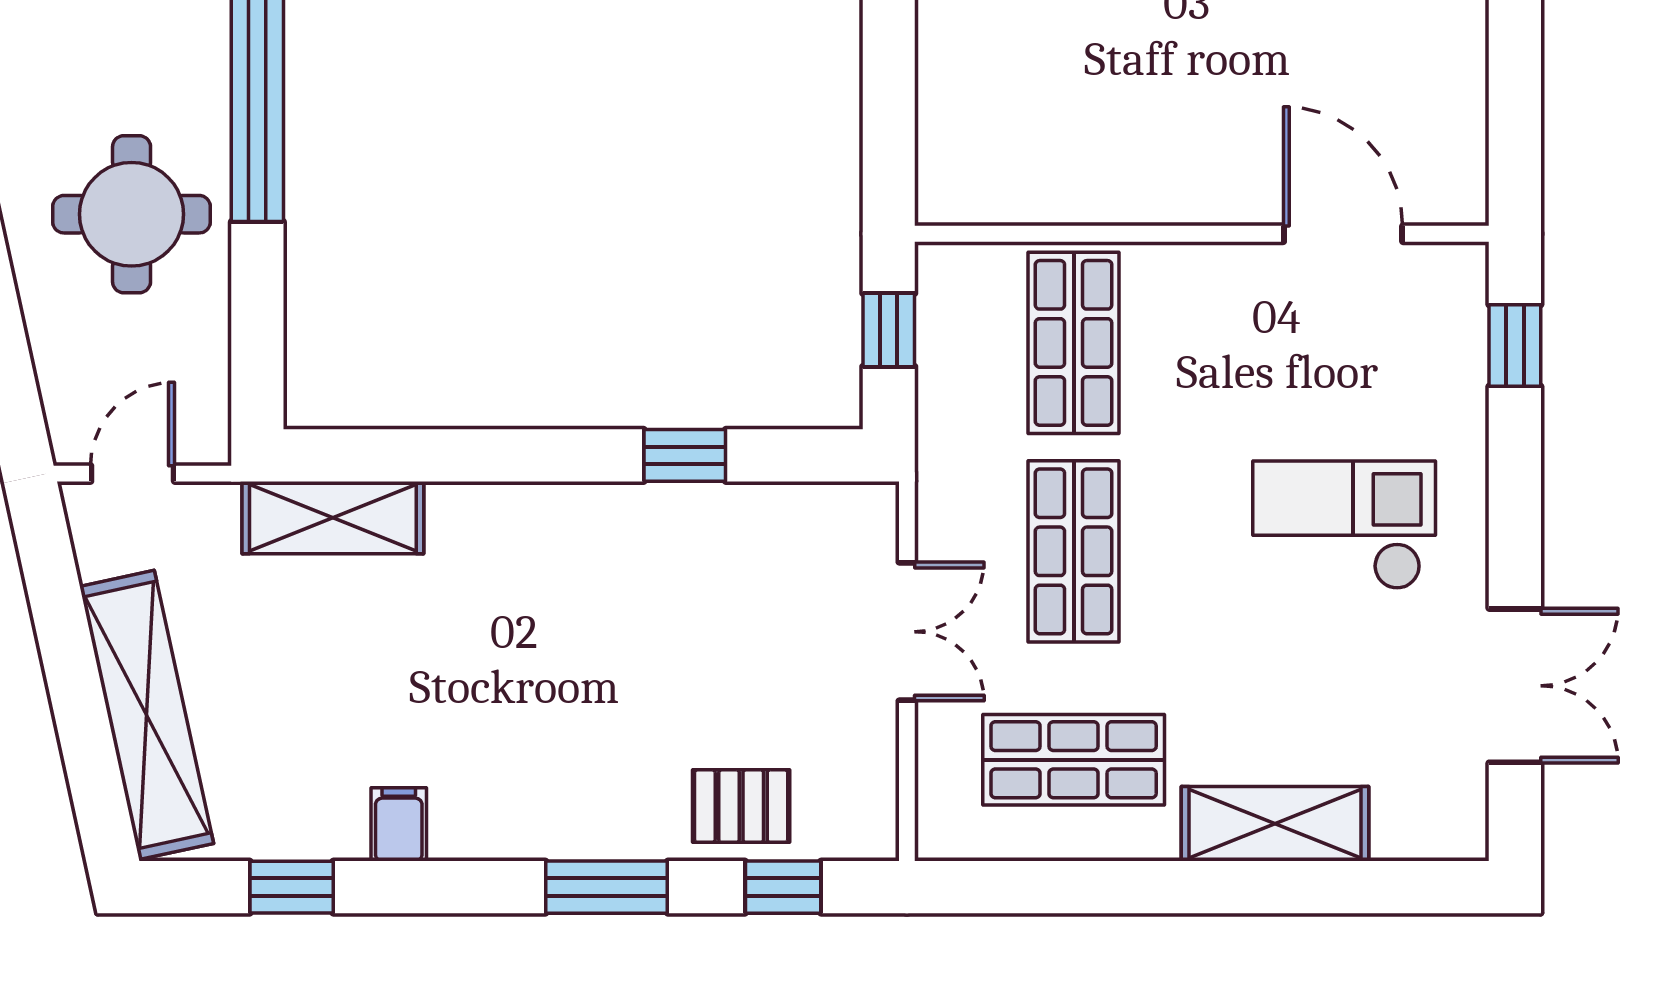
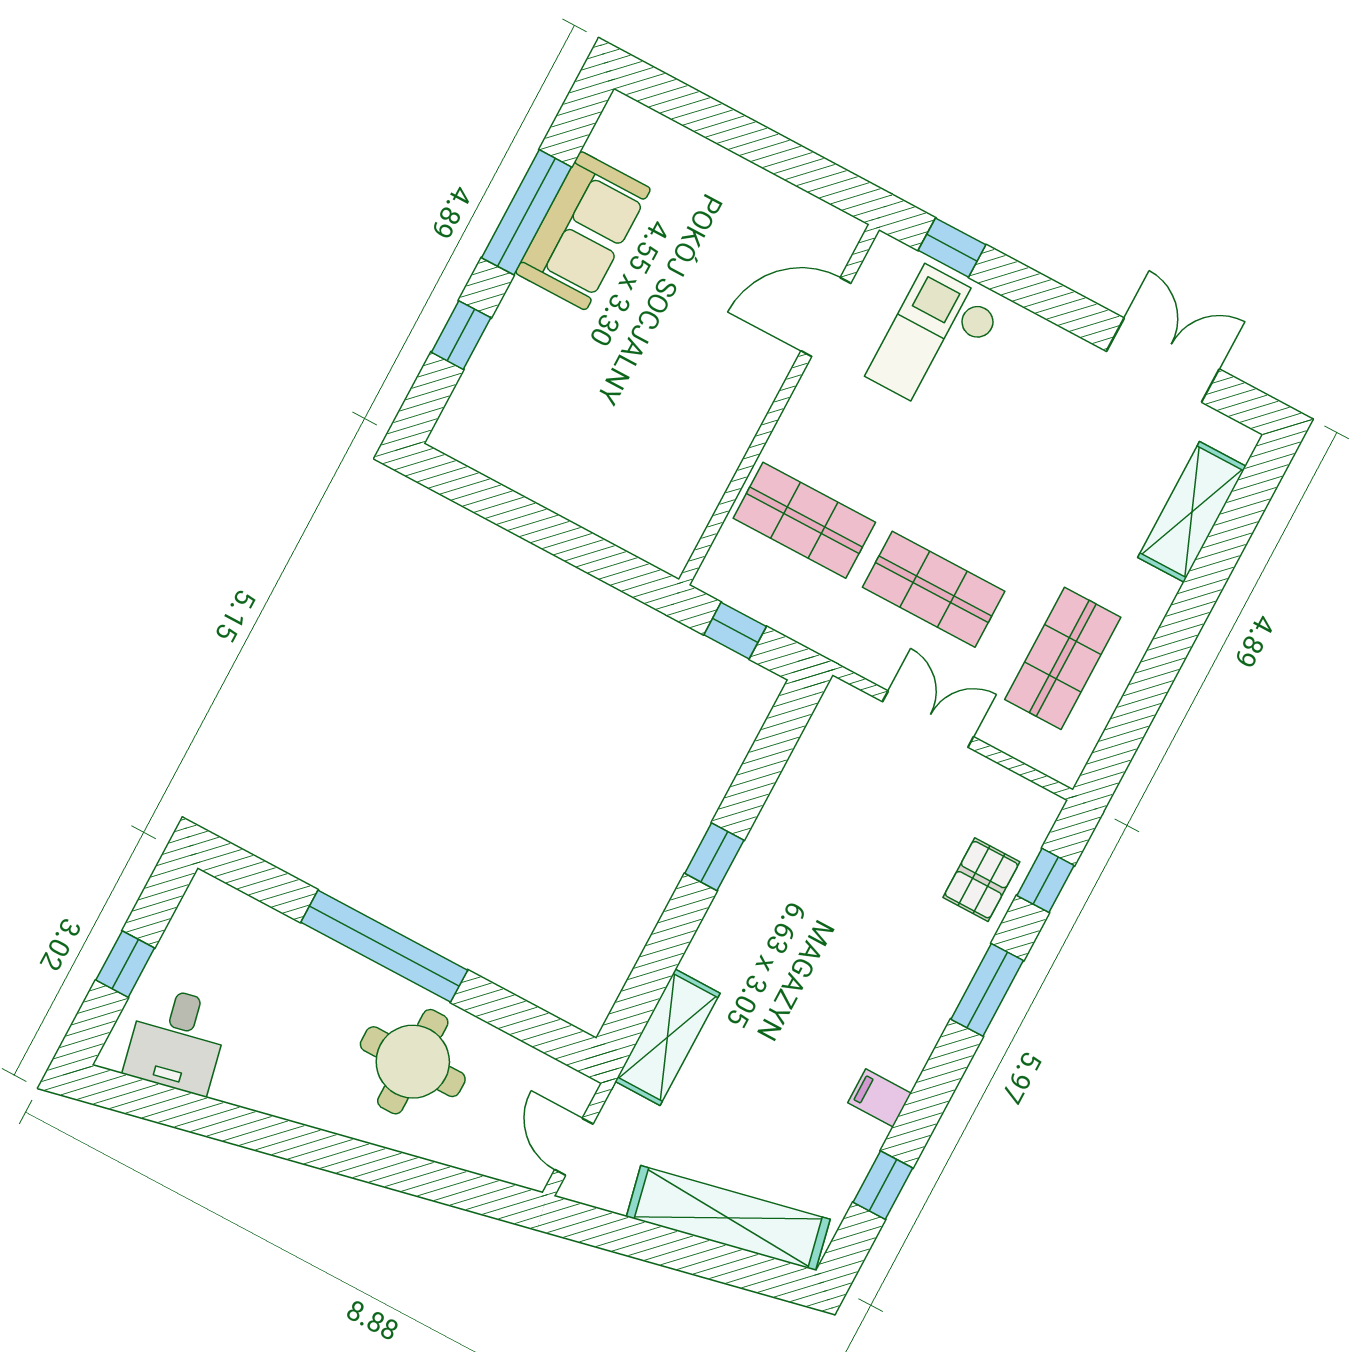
window: (685, 455) -> (714, 857), moved
checkout: (1344, 525) -> (934, 341), moved
shelving: (1275, 824) -> (1192, 512), moved

